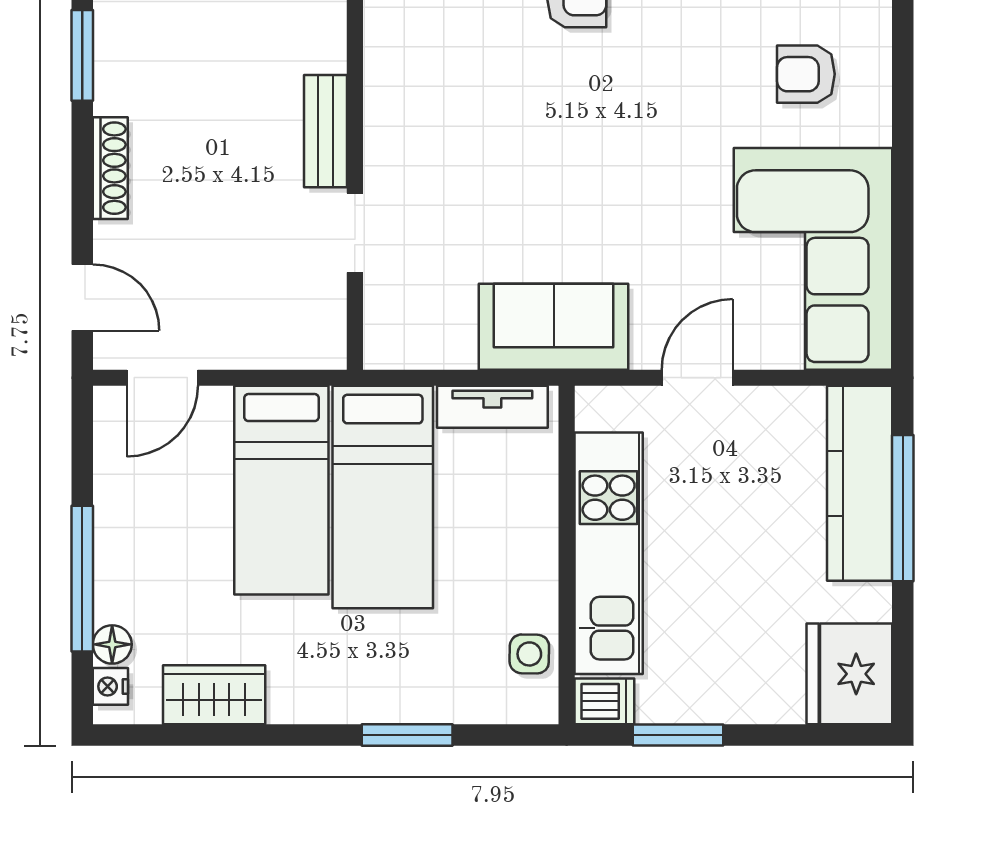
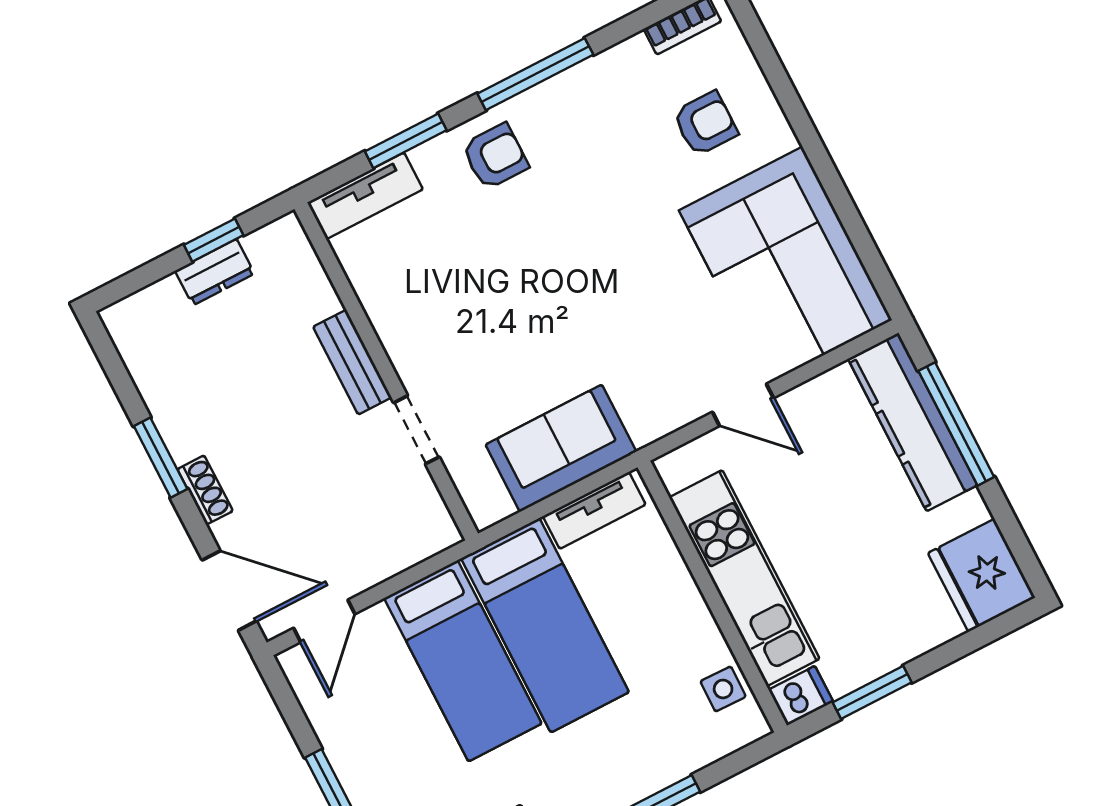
window: (82, 55) -> (161, 458), moved
armchair: (806, 74) -> (705, 124), turned 180
shoe rack: (110, 168) -> (205, 490), width x0.70
door: (82, 297) -> (229, 591), width x1.37
sofa: (554, 327) -> (561, 448), moved
door: (697, 378) -> (743, 405), swing flipped

